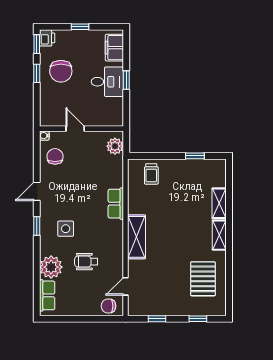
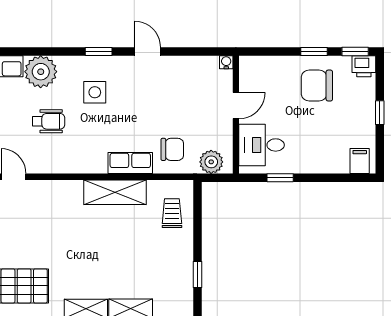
filing cabinet: (114, 48) -> (360, 161), width x0.50
window: (126, 80) -> (280, 178), moved
desk: (107, 82) -> (262, 145), moved, turned 90
chair: (55, 156) -> (172, 149), moved
trolley: (151, 174) -> (172, 213), turned 90
shelving: (137, 237) -> (115, 192), moved
wheelchair: (86, 262) -> (48, 121), turned 90

